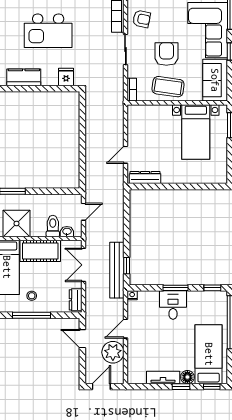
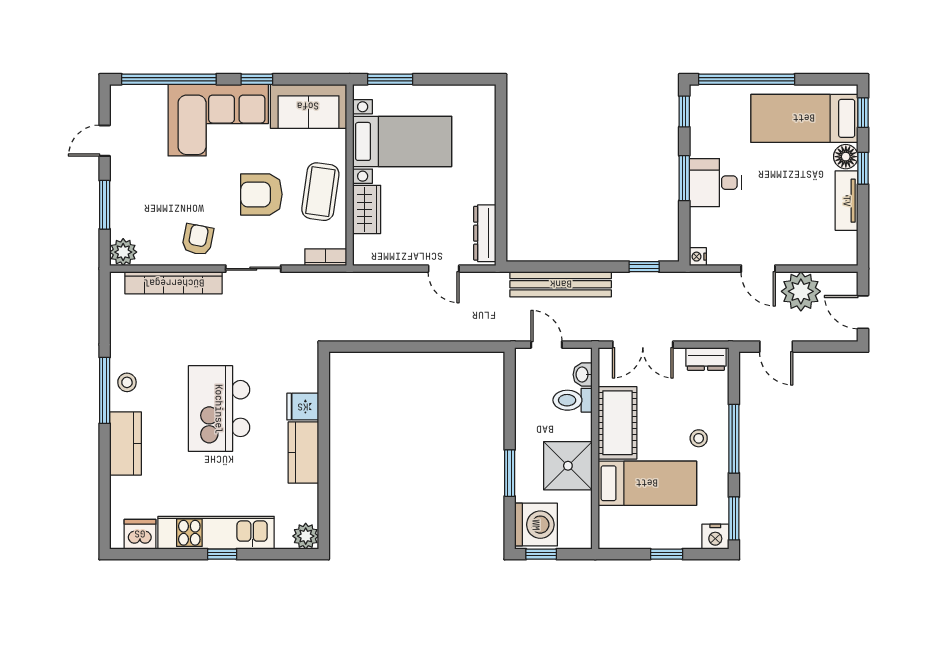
kitchen island: (48, 31) -> (219, 409), turned 180
fridge: (66, 77) -> (303, 407), moved
wardrobe: (158, 112) -> (367, 209), added
bench: (117, 270) -> (561, 284), moved
door: (82, 339) -> (776, 347), hinge flipped

